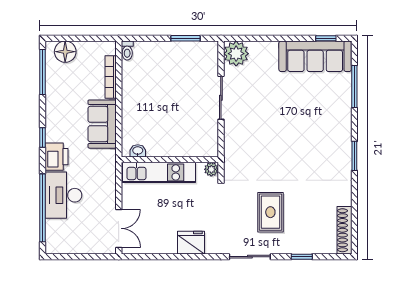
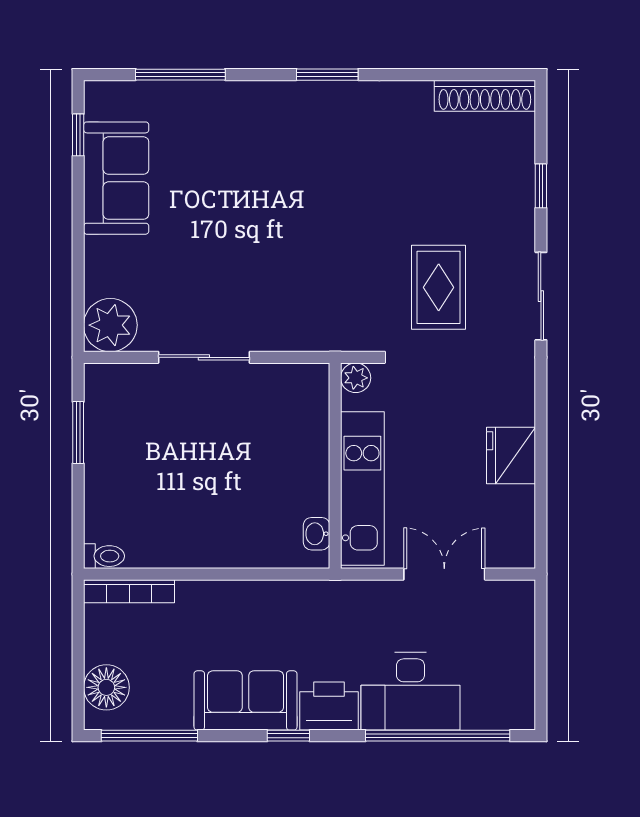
sofa: (315, 56) -> (116, 178), width x0.73
bookcase: (111, 77) -> (129, 591), moved
sofa: (102, 124) -> (246, 700), moved, turned 180
rug: (270, 212) -> (439, 287), moved, turned 90
double door: (119, 228) -> (444, 574), moved
fridge: (191, 243) -> (511, 455), moved

